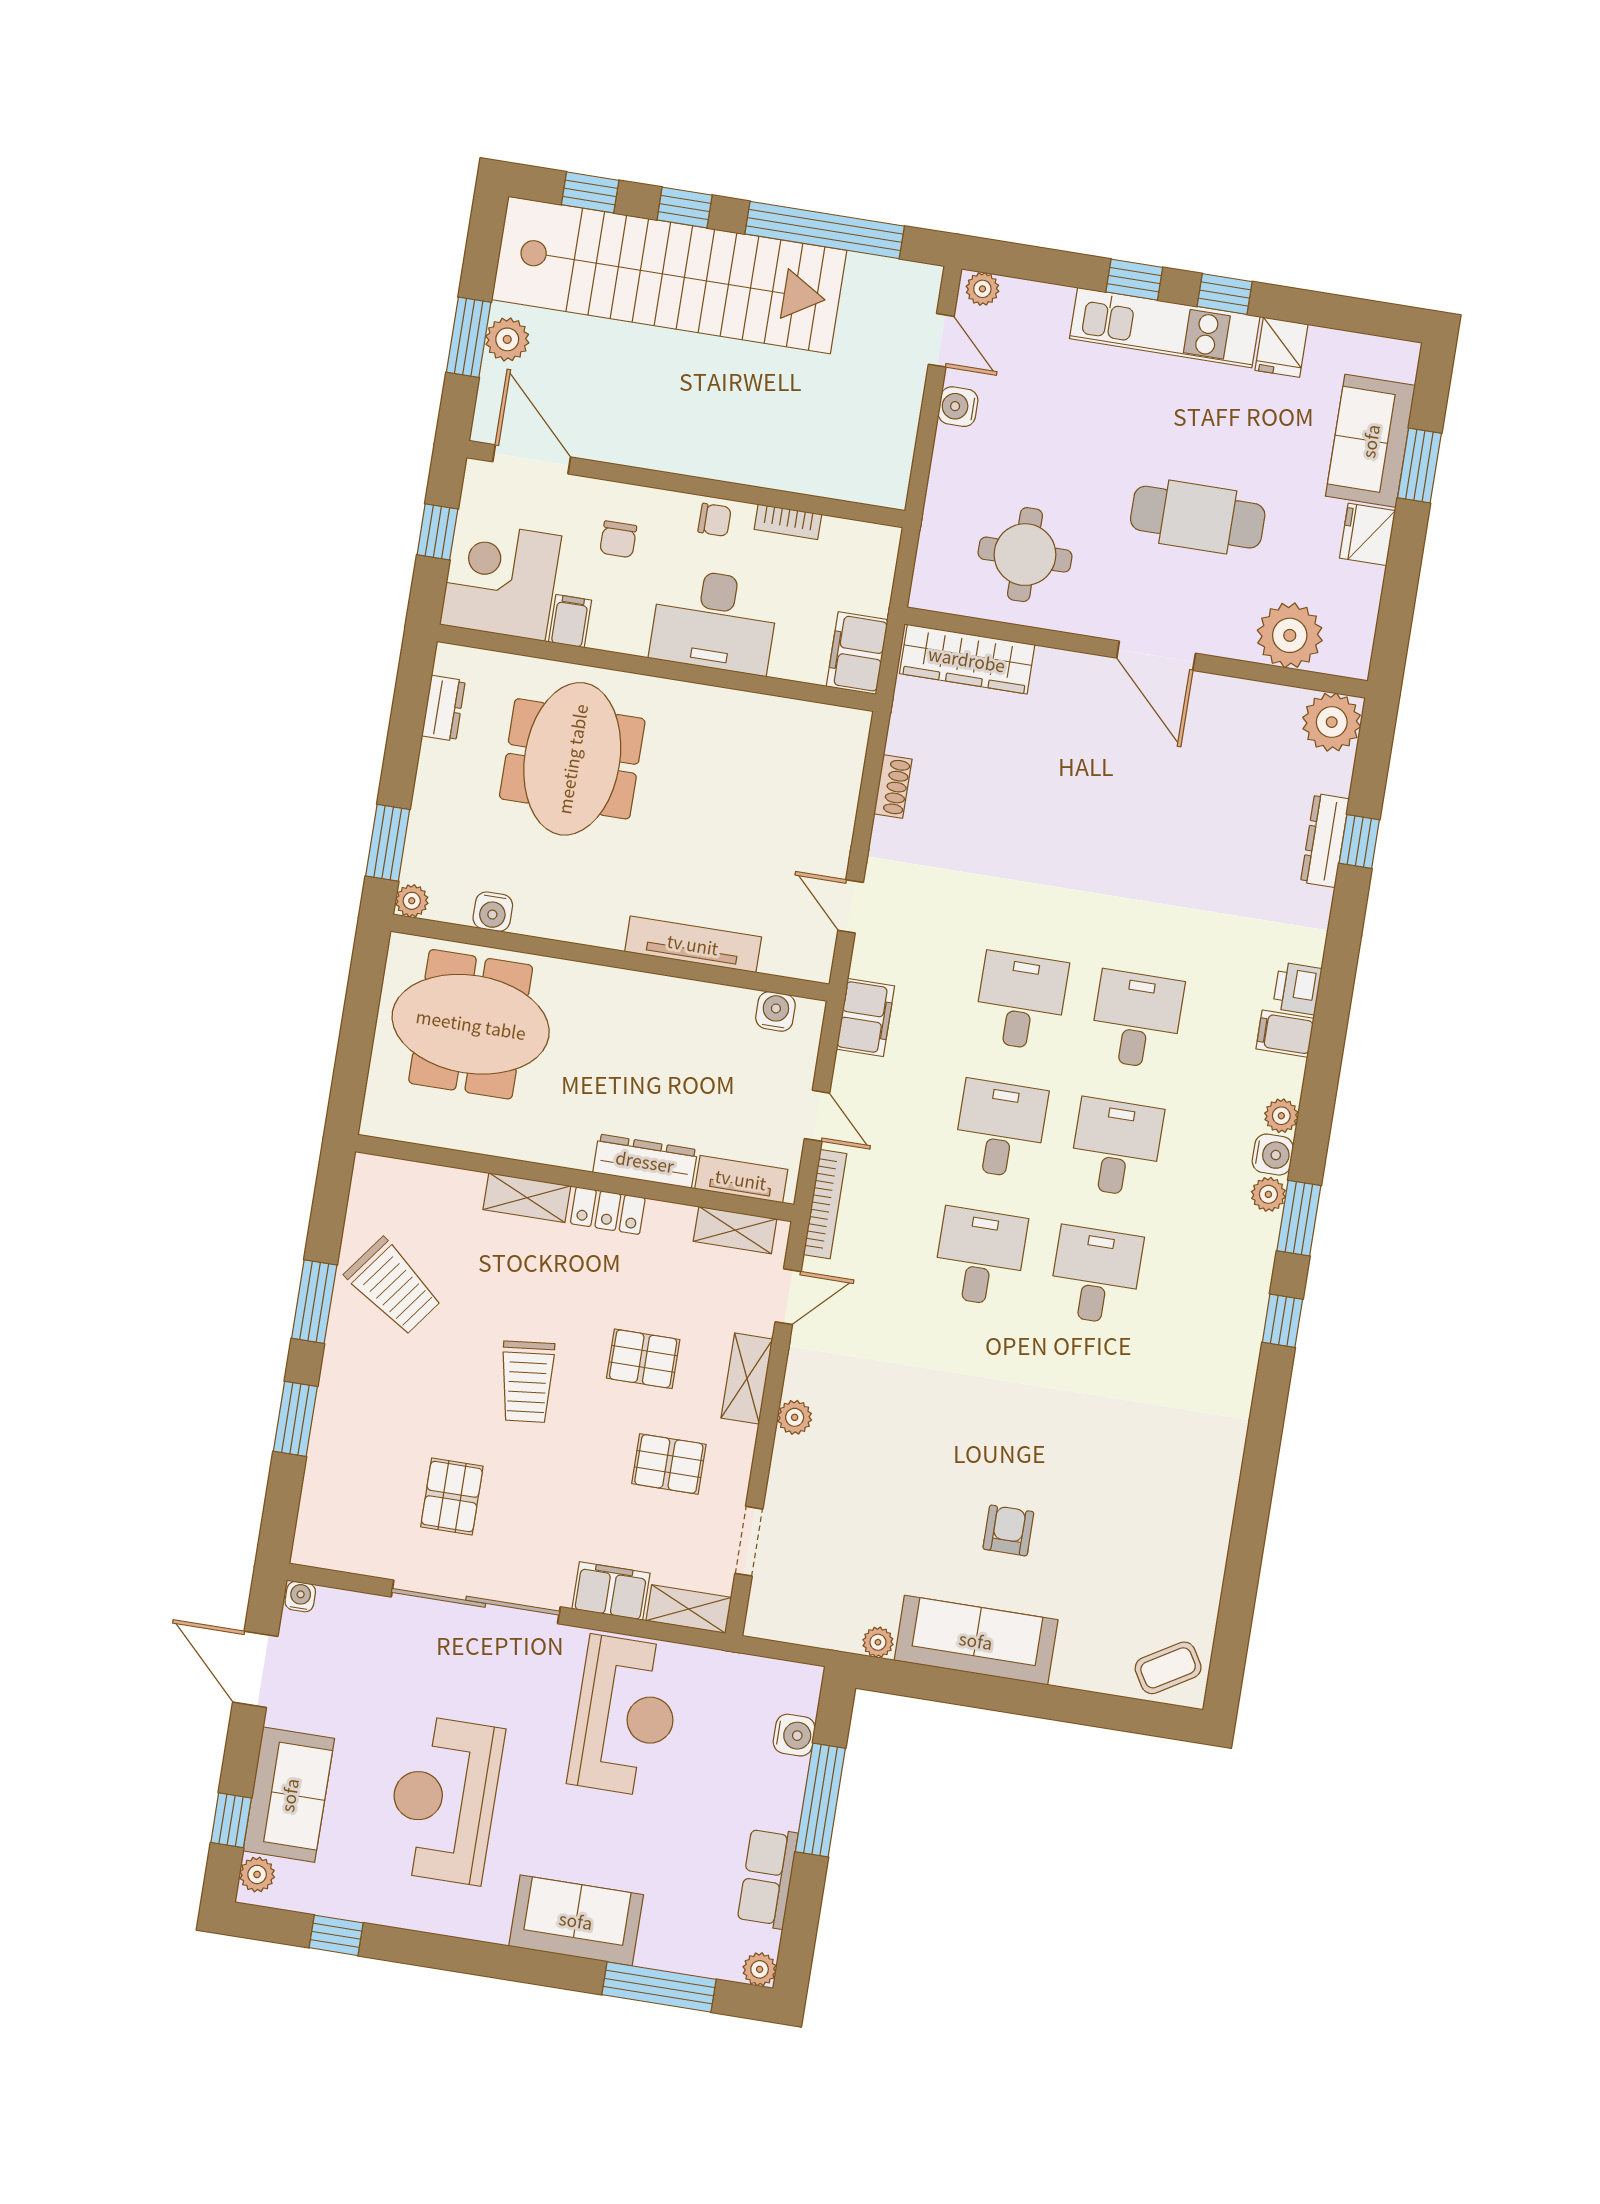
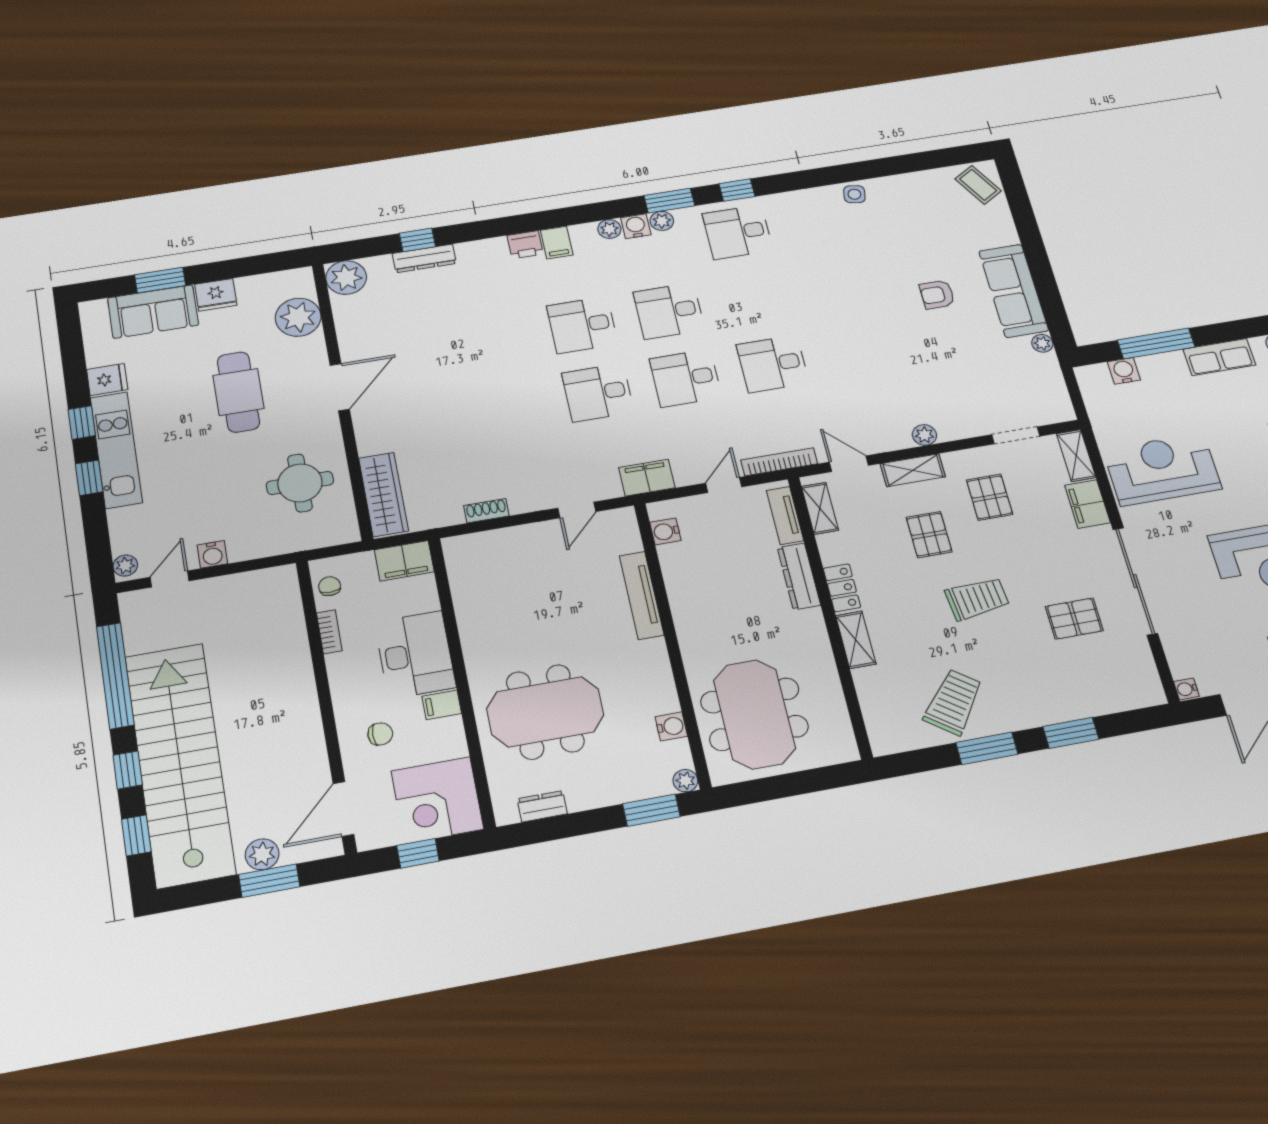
chair: (715, 520) -> (330, 586), moved
filing cabinet: (570, 621) -> (442, 705), moved
desk: (1096, 1275) -> (738, 232), moved
side table: (1216, 1485) -> (854, 194), added

